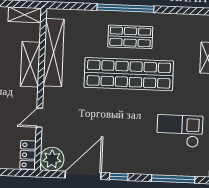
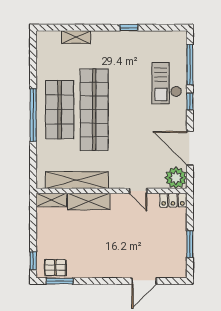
shelving: (25, 15) -> (51, 200), moved, turned 90
shop shelf: (130, 37) -> (60, 110), width x1.43, depth x1.36
checkout: (180, 131) -> (167, 83), moved
window: (119, 177) -> (190, 101), moved

